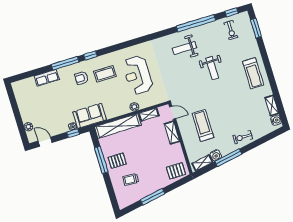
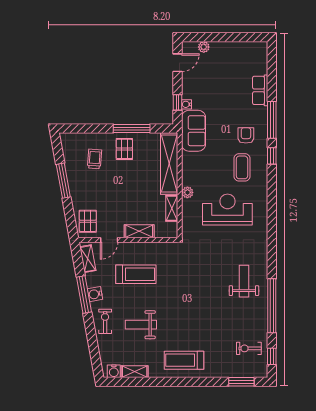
weight bench: (212, 68) -> (141, 325), moved
door: (173, 113) -> (109, 240), moved
water cooler: (216, 155) -> (95, 294), moved

